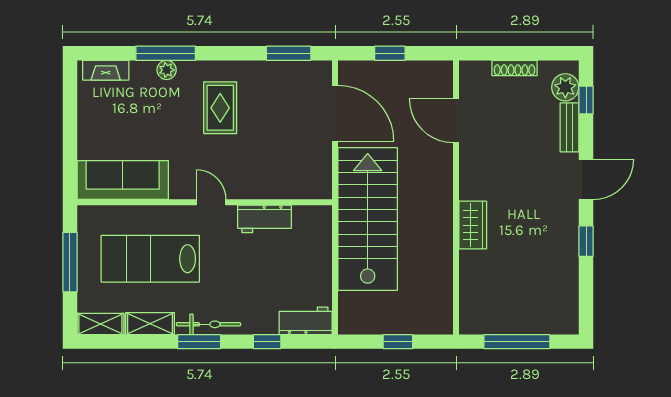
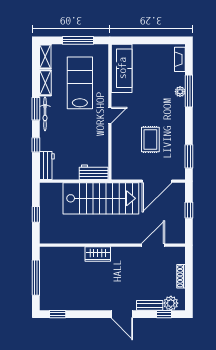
rug: (220, 108) -> (150, 139), moved, turned 90
workbench: (265, 219) -> (94, 172), moved, turned 90
window: (586, 241) -> (58, 314), moved

